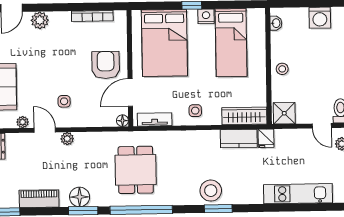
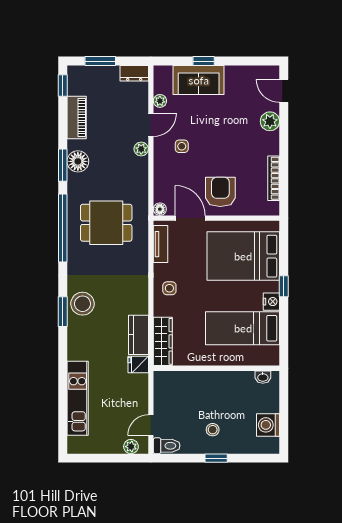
armchair: (106, 65) -> (220, 192), turned -90
stool: (282, 69) -> (213, 430), moved
shower: (284, 113) -> (165, 385), removed

